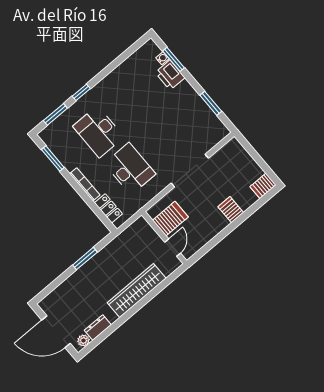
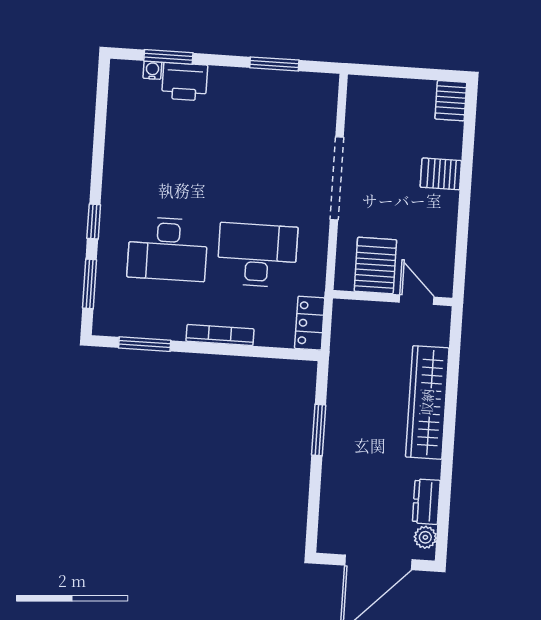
locker: (108, 208) -> (310, 323), moved, turned -90

